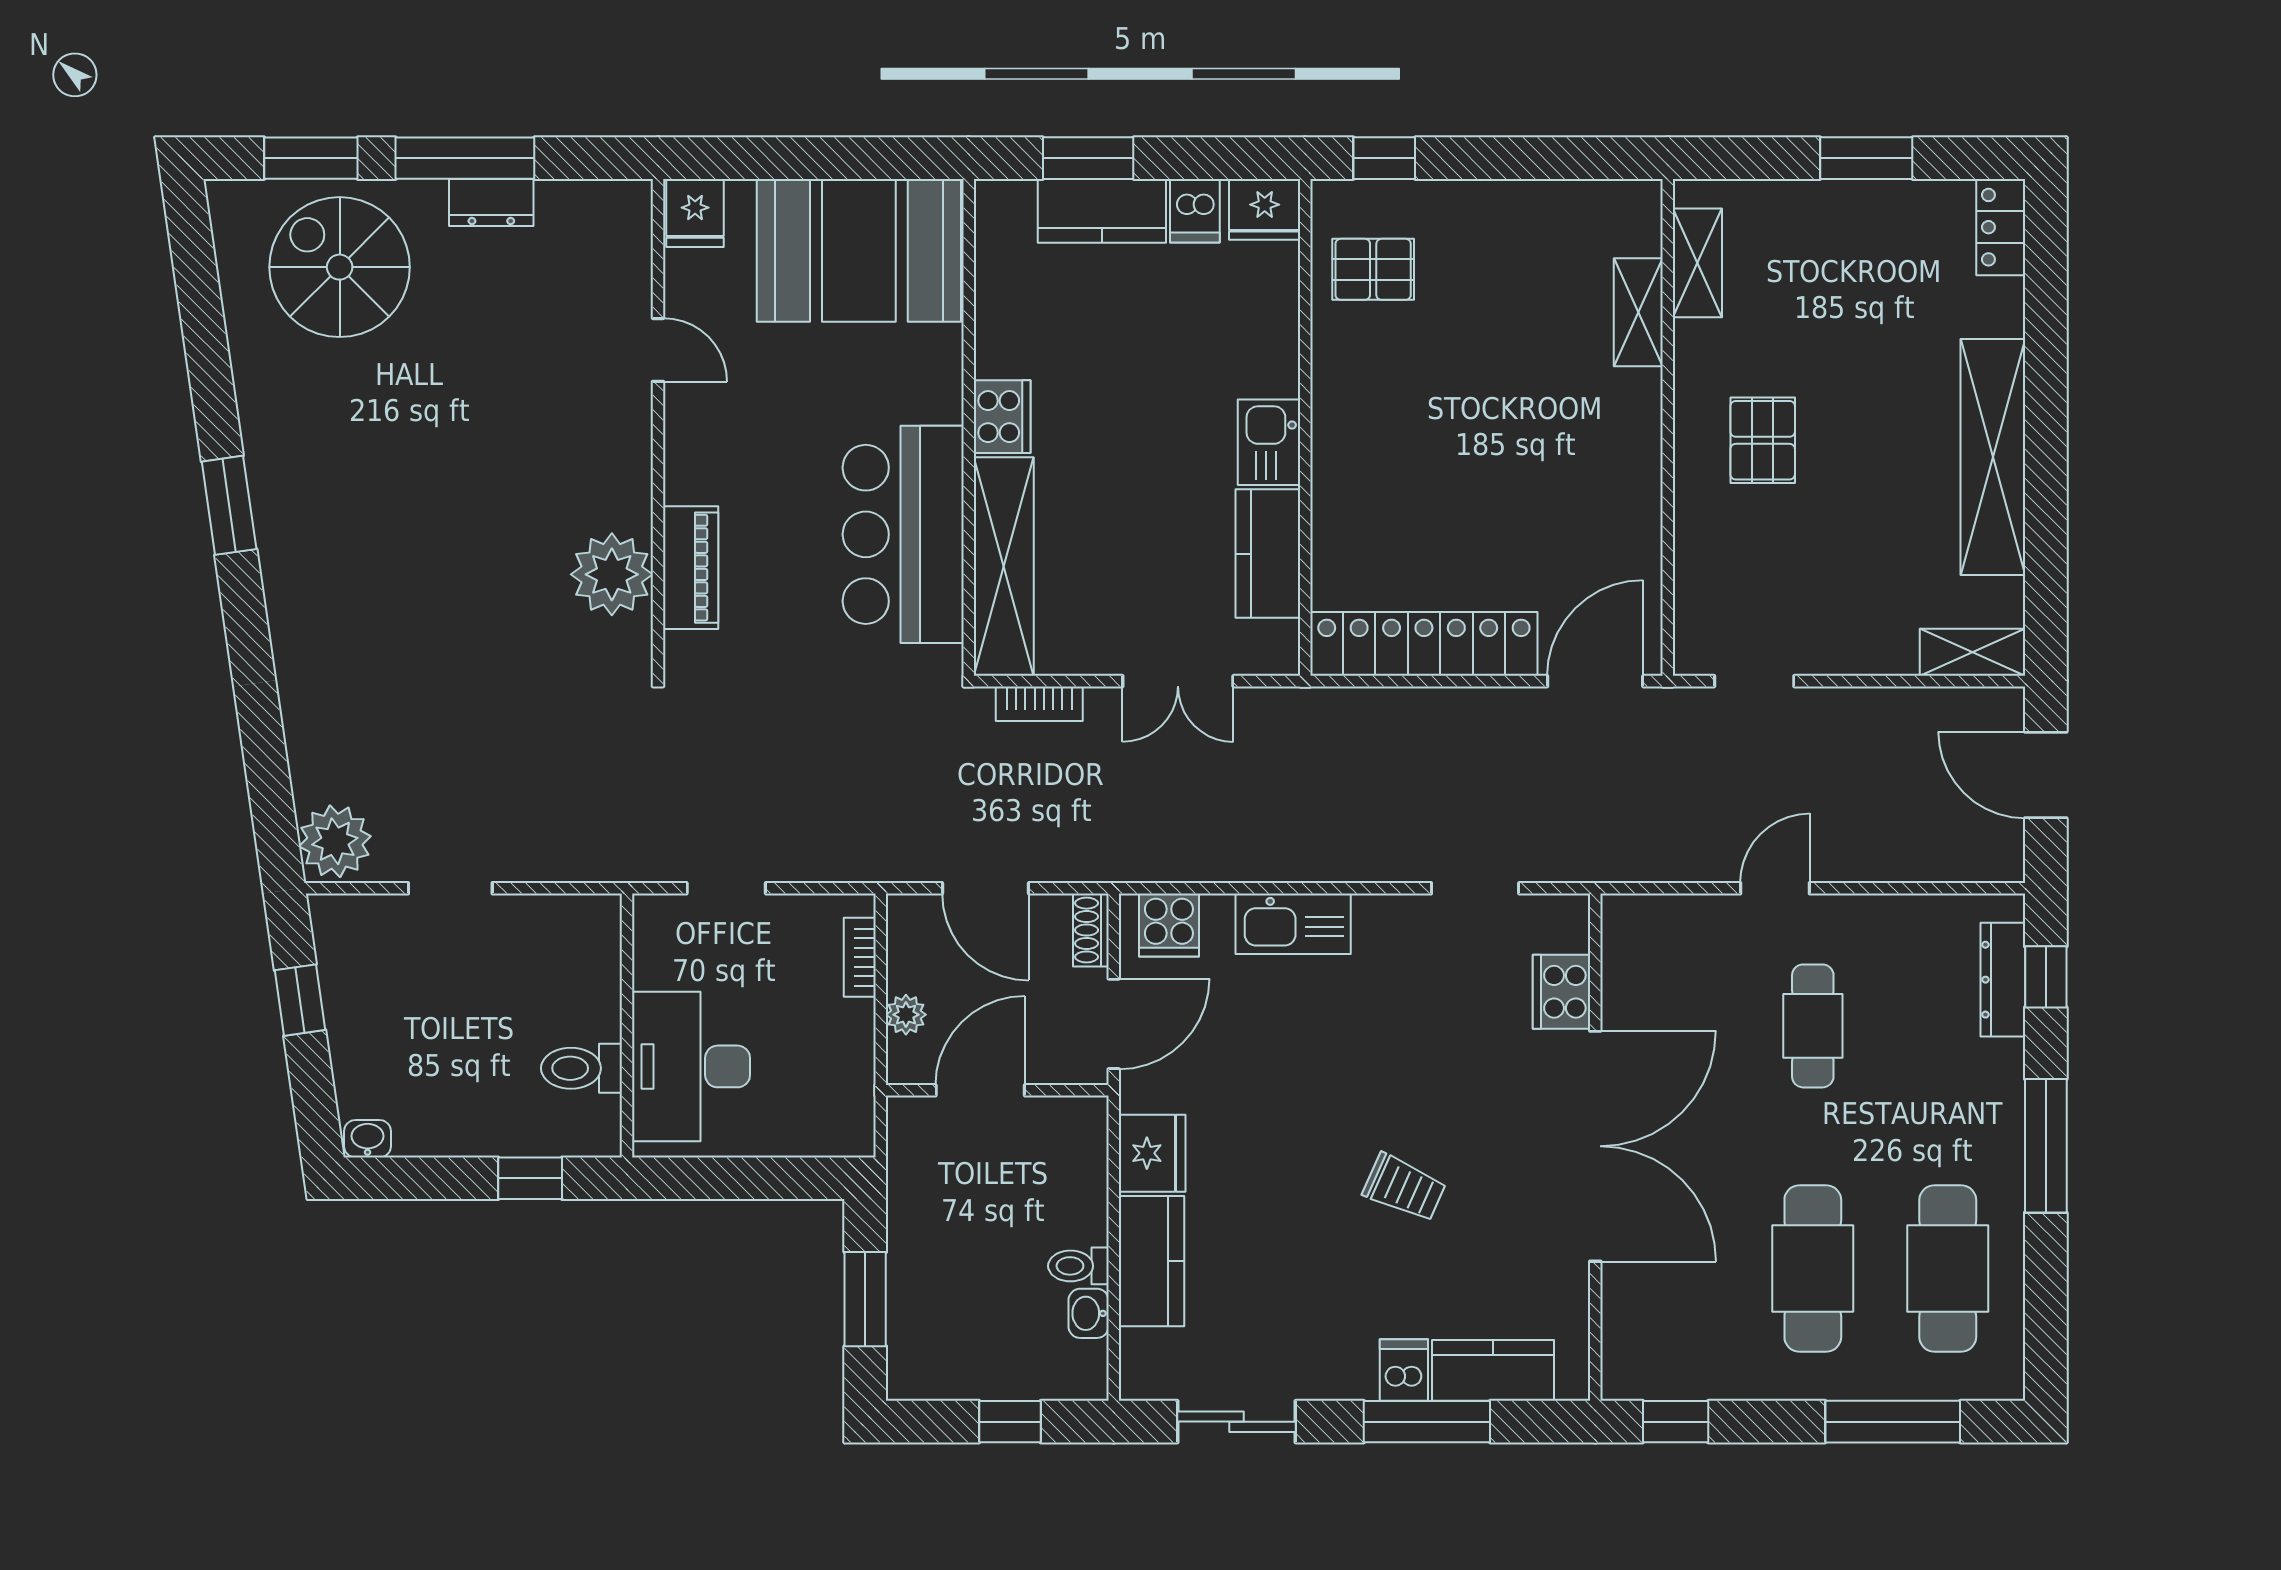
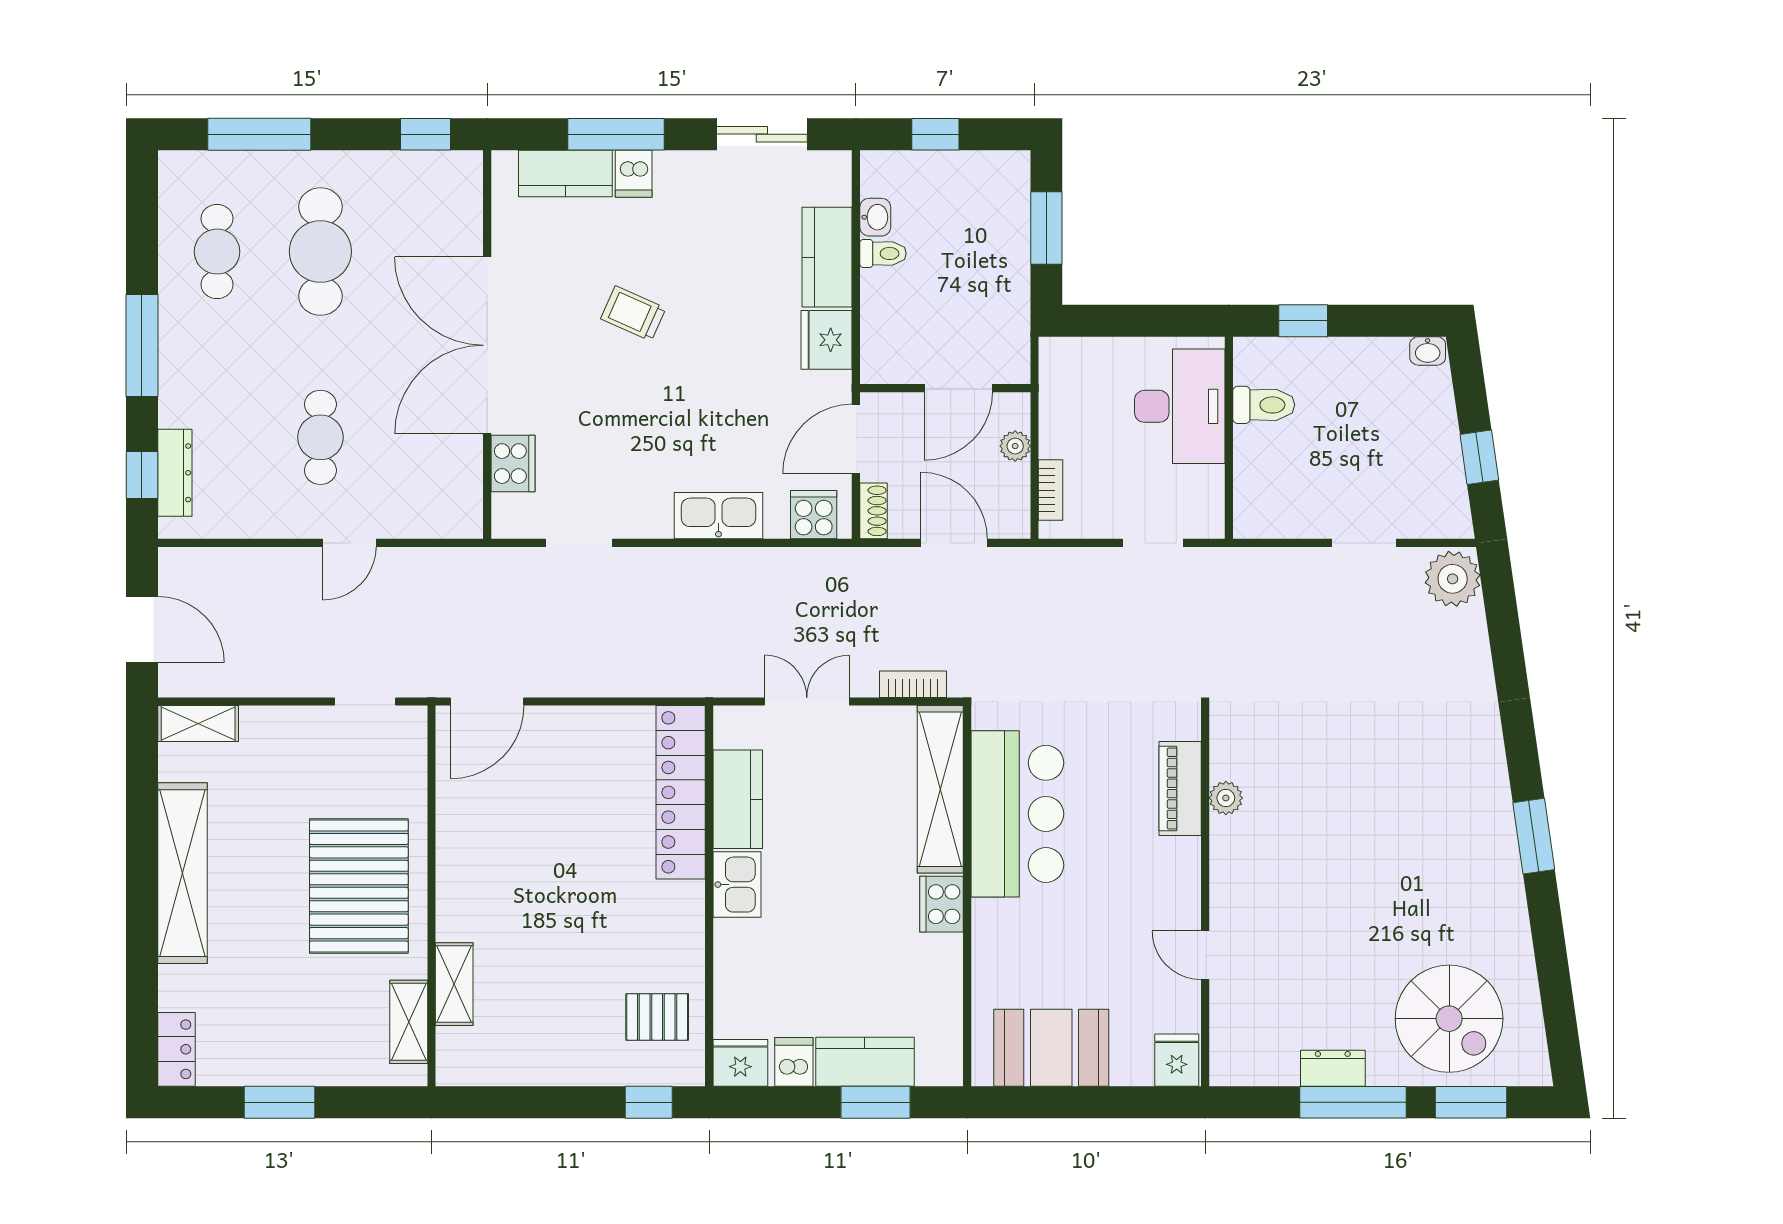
booth: (859, 250) -> (1051, 1048), width x0.73, depth x0.70
pallet: (1763, 440) -> (359, 886), width x2.05, depth x2.00
plant: (612, 574) -> (1226, 798), width x0.53, depth x0.53
locker: (1424, 644) -> (681, 792), moved, turned 90
cafe table: (1948, 1268) -> (217, 252), width x0.73, depth x0.74

